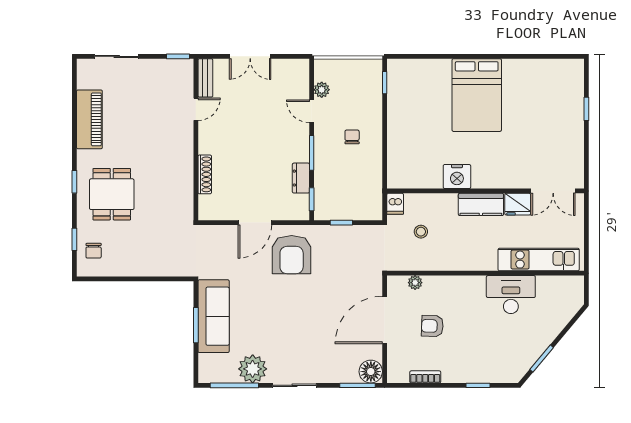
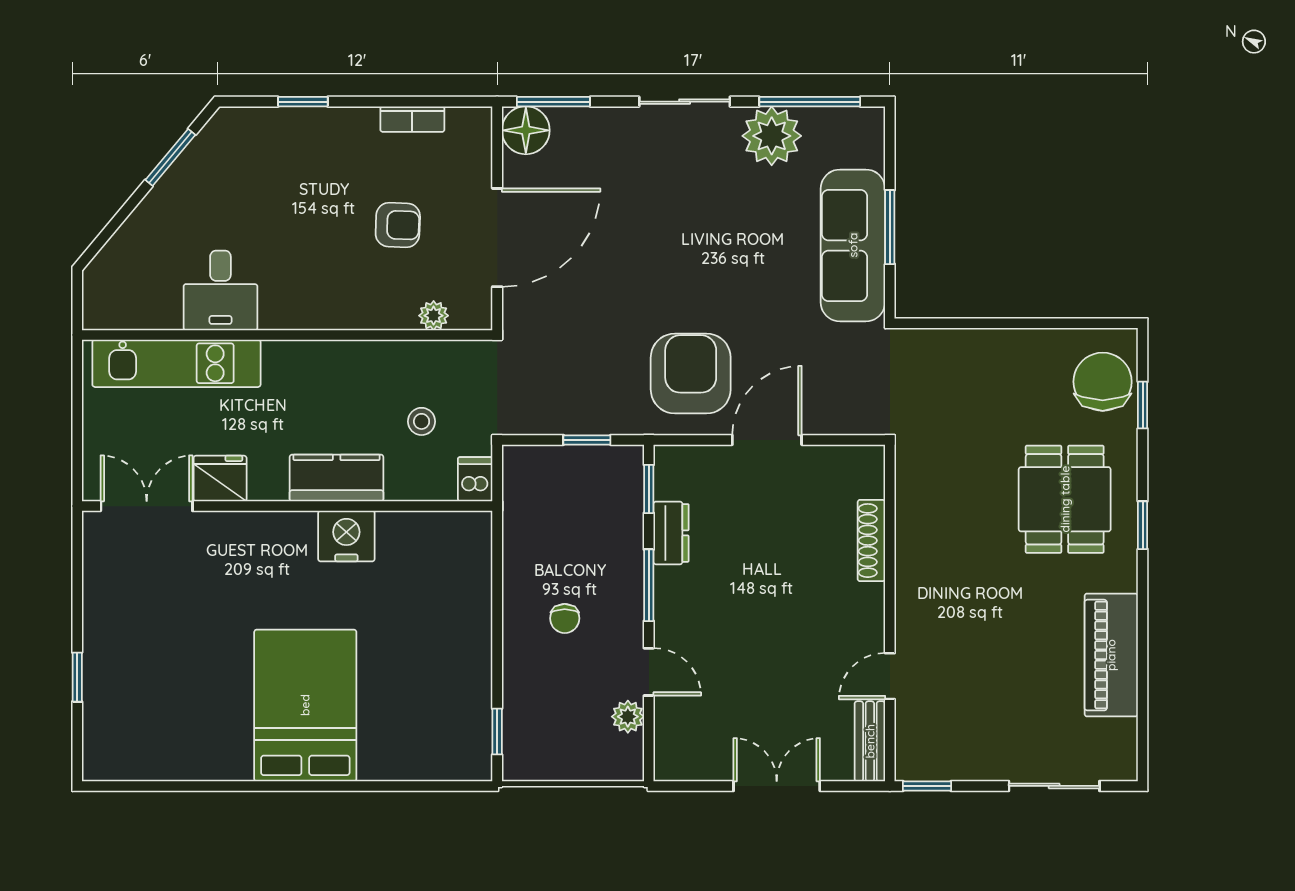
kitchen counter: (481, 204) -> (337, 478), moved
chair: (94, 251) -> (1103, 382), width x1.87, depth x1.87
desk: (511, 295) -> (220, 290), width x0.73

